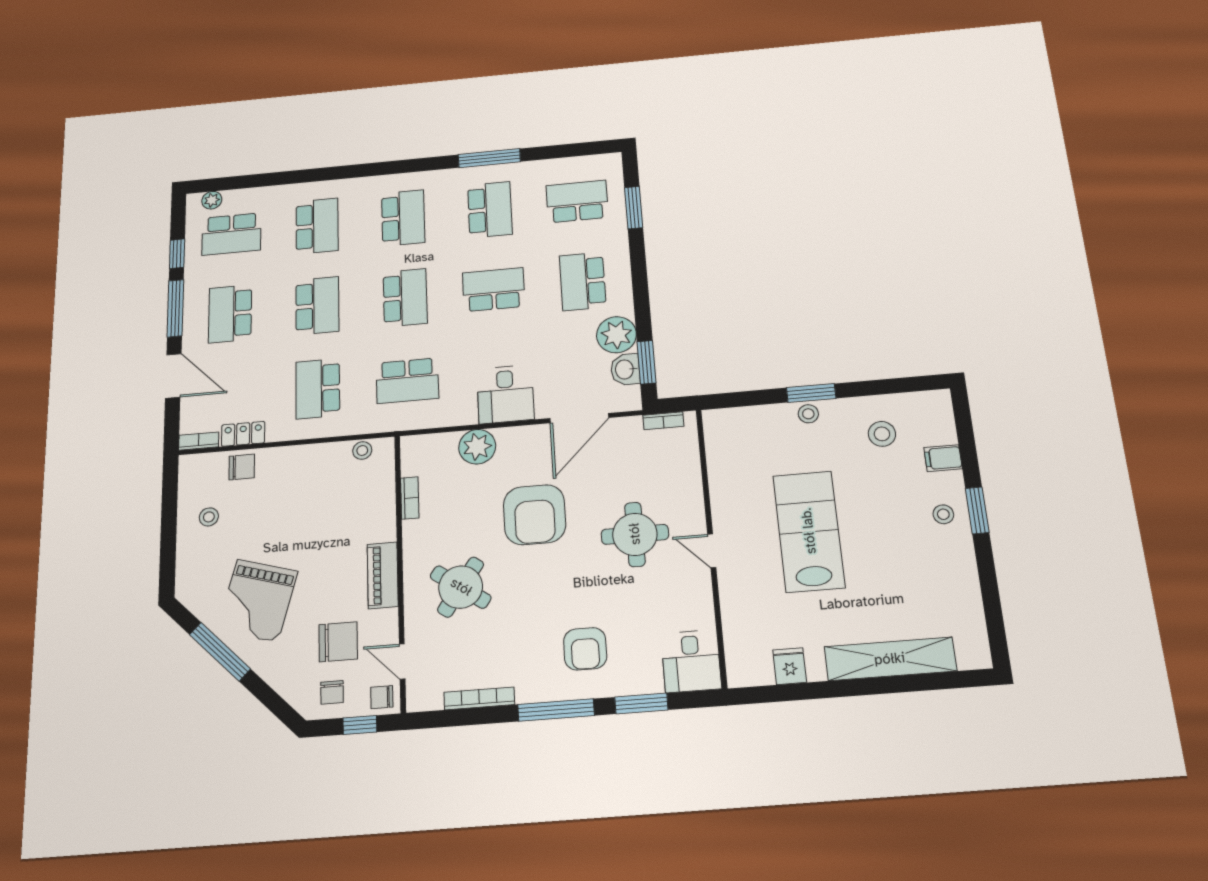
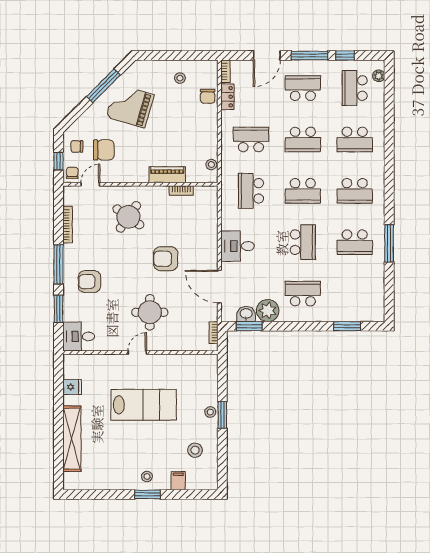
school desk: (577, 201) -> (355, 294), removed
plant: (477, 447) -> (208, 229), removed
armchair: (535, 515) -> (166, 259), width x0.73, depth x0.73
piano: (383, 575) -> (167, 175), moved
chair: (338, 642) -> (104, 150), turned -90

